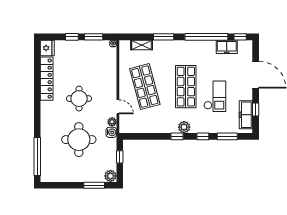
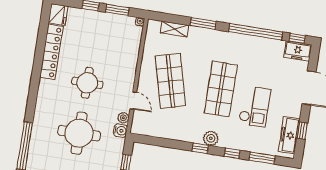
freezer: (227, 47) -> (298, 51), moved

